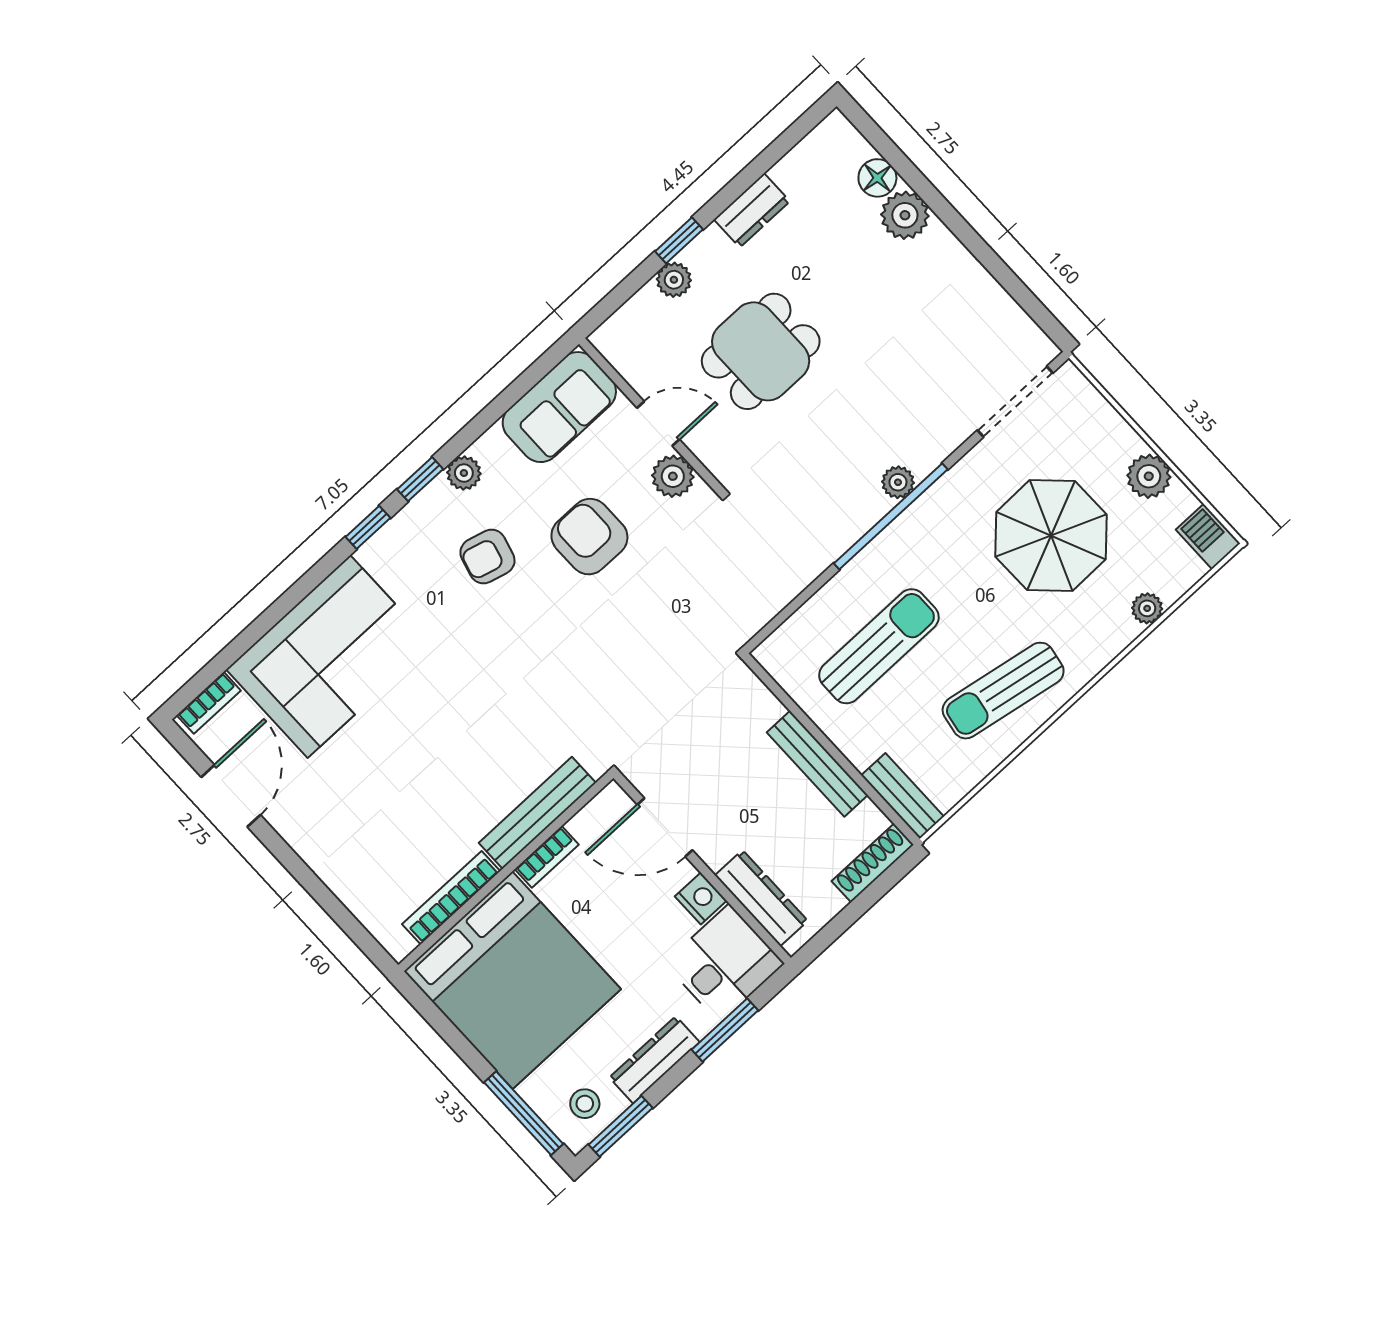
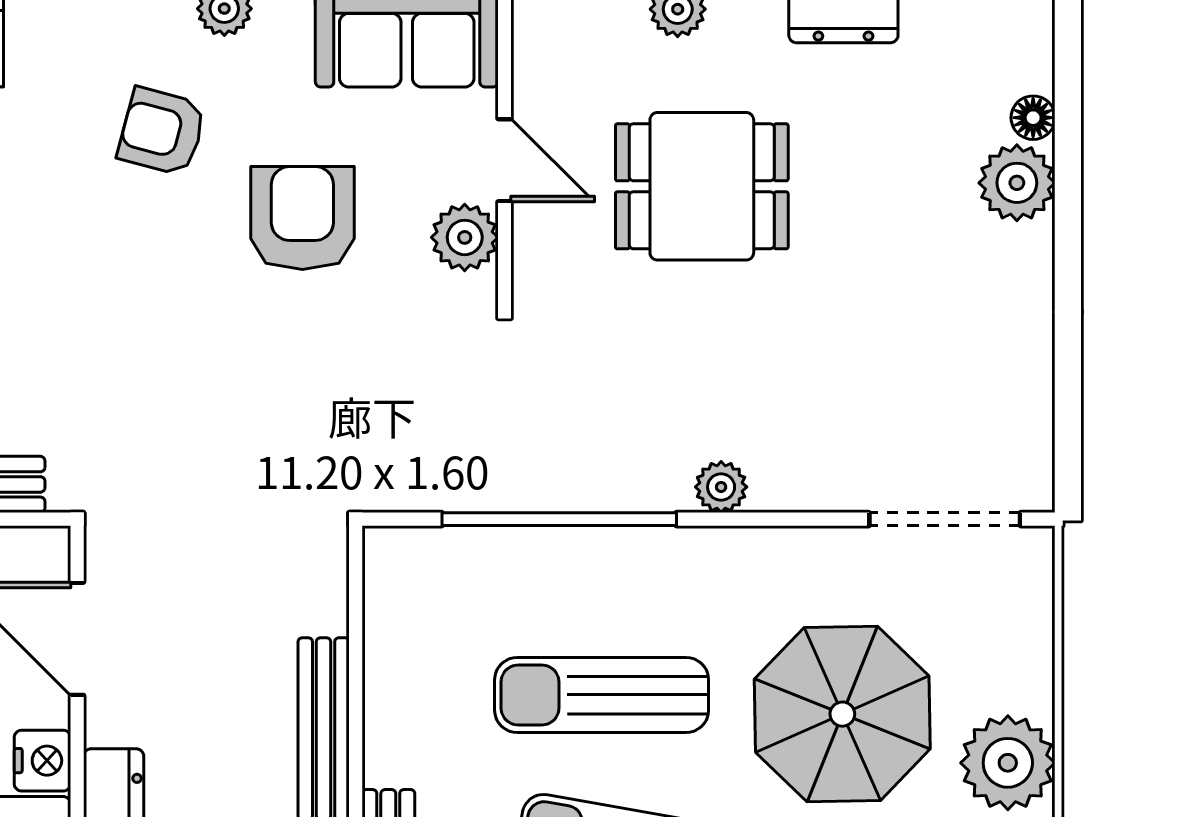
floor lamp: (877, 178) -> (1033, 118), width x0.73, depth x0.73
plant: (1149, 476) -> (1008, 763), width x1.36, depth x1.36
window: (891, 516) -> (559, 519), moved
sun lounger: (879, 646) -> (602, 695), moved, turned 180

